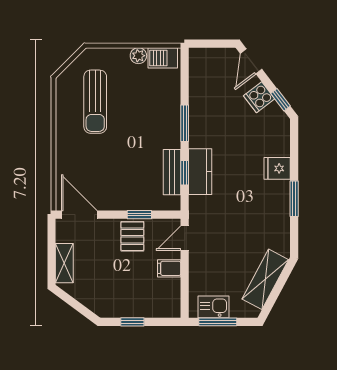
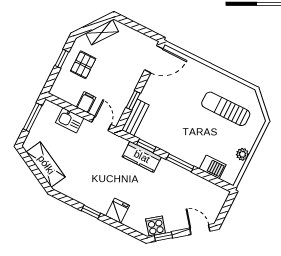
barbecue: (163, 58) -> (213, 167), moved, turned 90
cooker: (259, 97) -> (156, 226), moved
bench: (172, 172) -> (135, 117), moved, turned 90
window: (294, 199) -> (91, 212), width x0.67
pallet: (132, 236) -> (83, 65), moved, turned 90
shelving: (64, 263) -> (102, 32), moved, turned -53
kitchen sink: (214, 307) -> (70, 120), moved, turned 90

